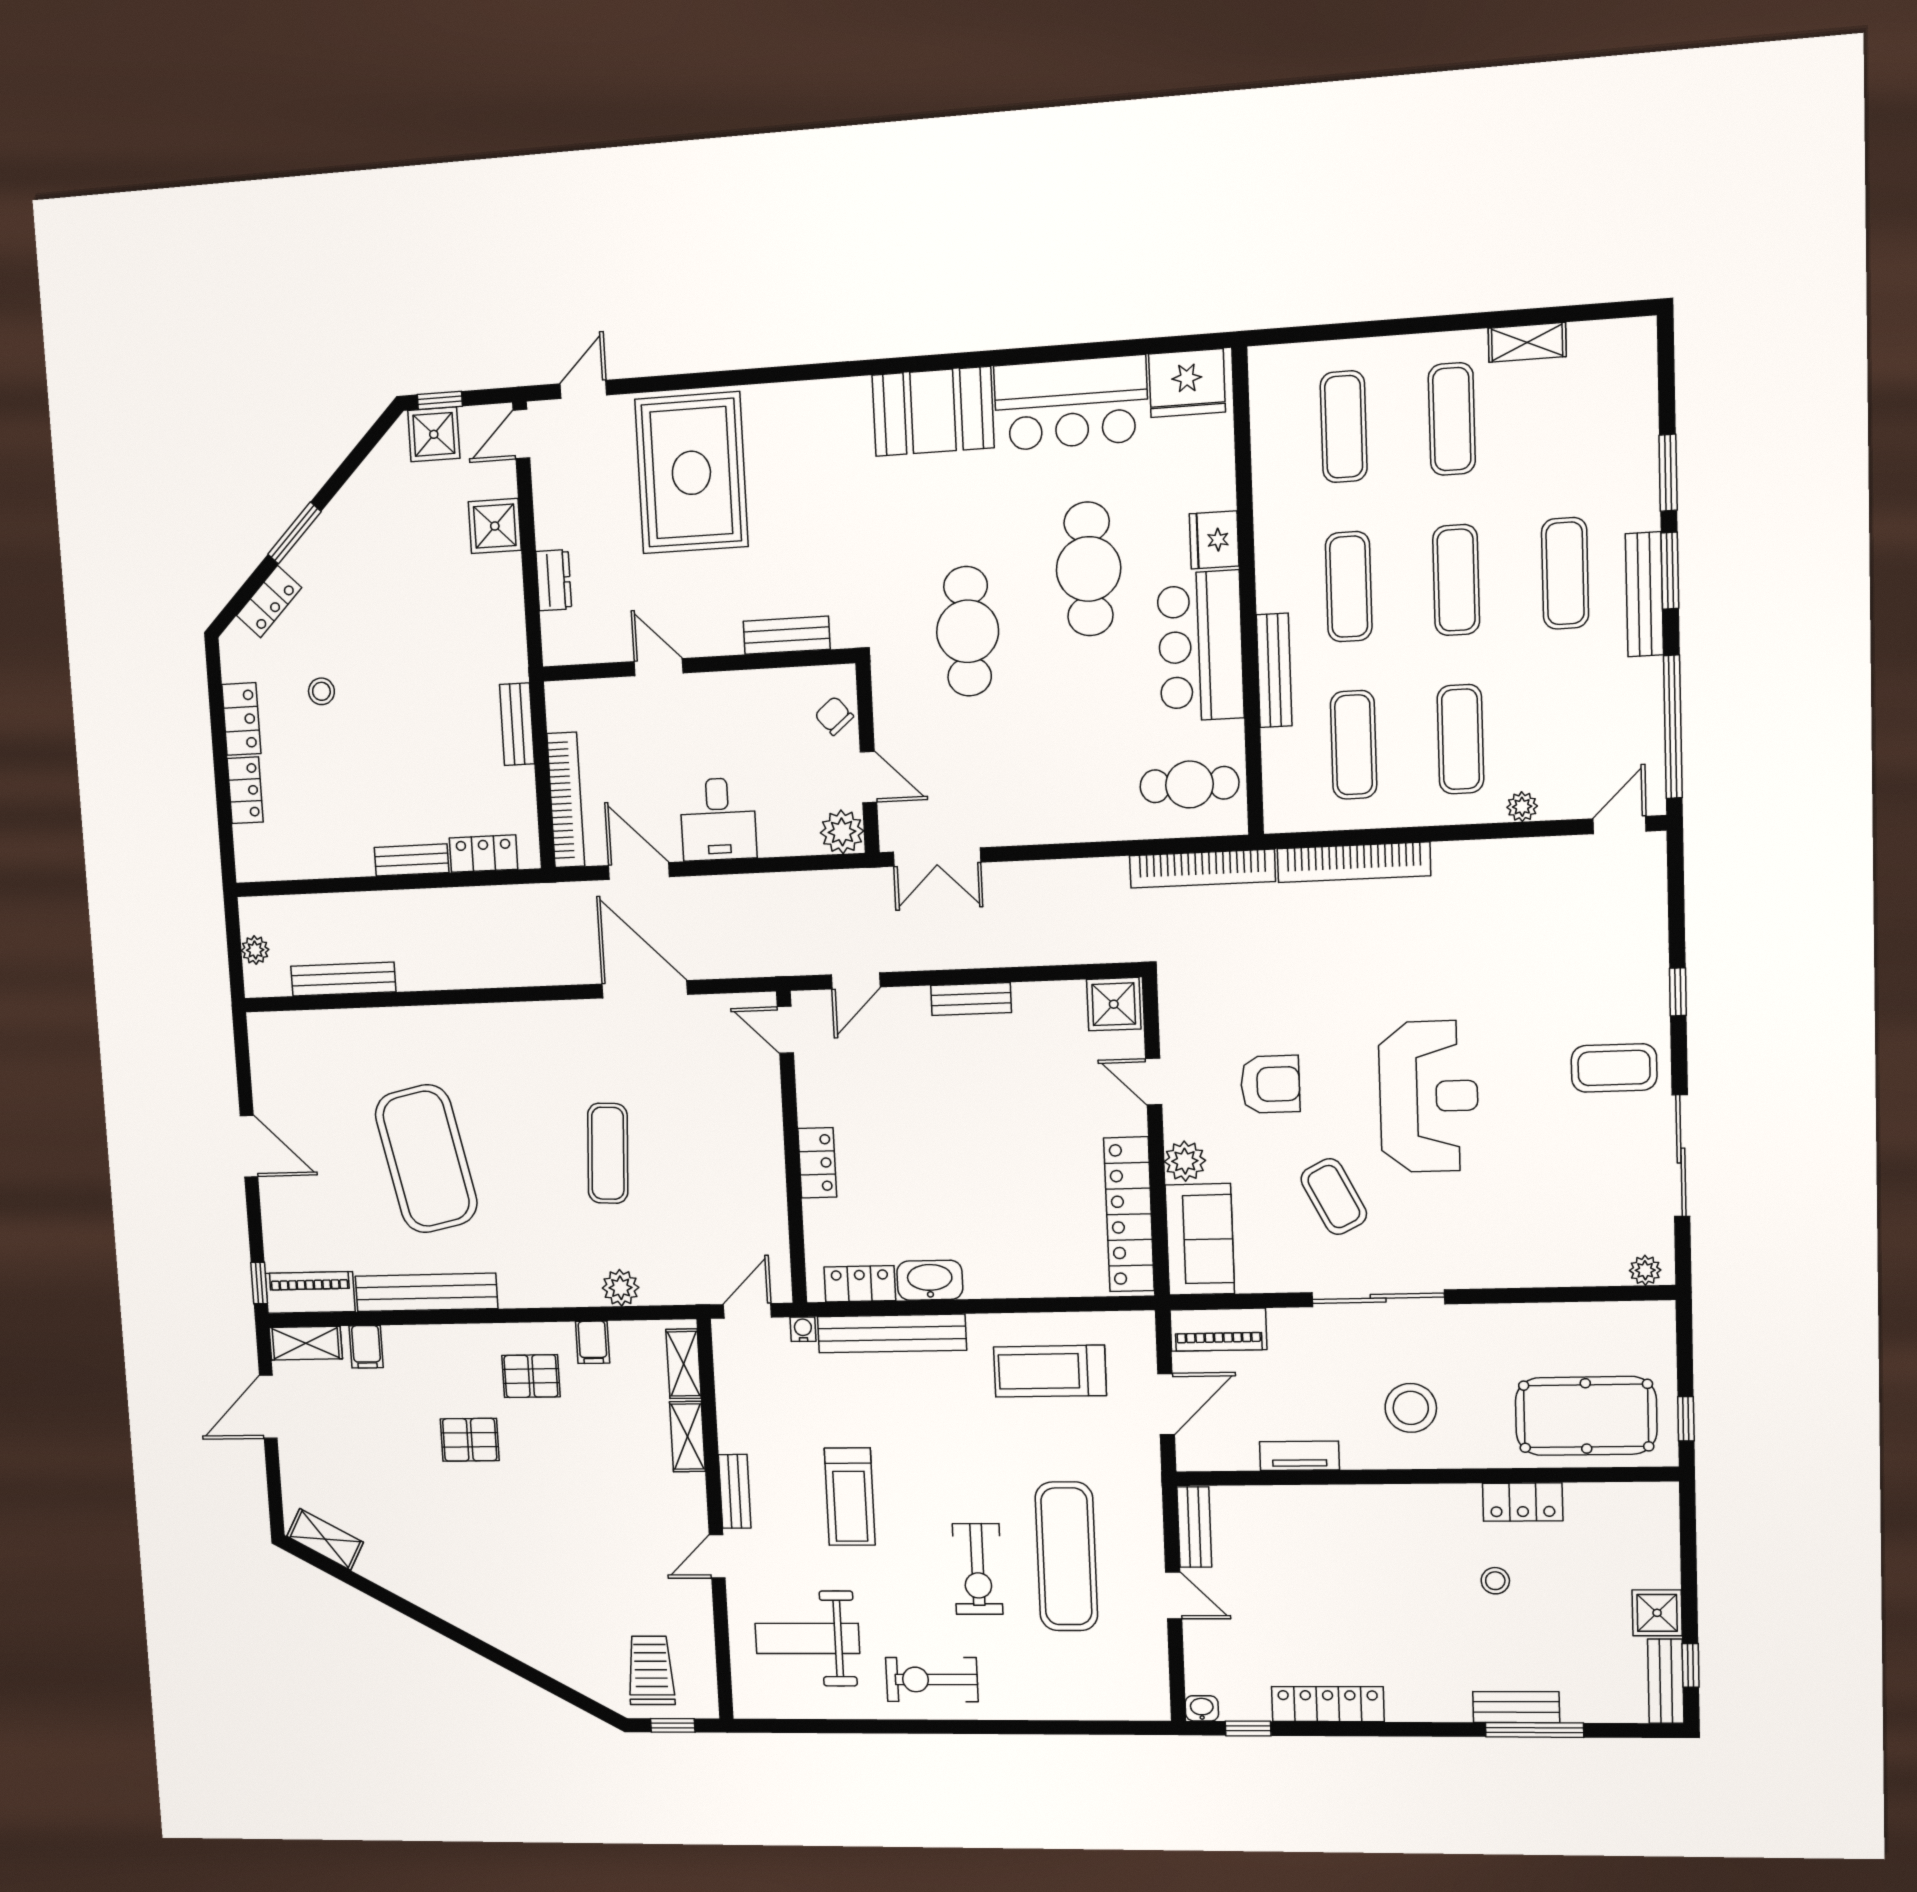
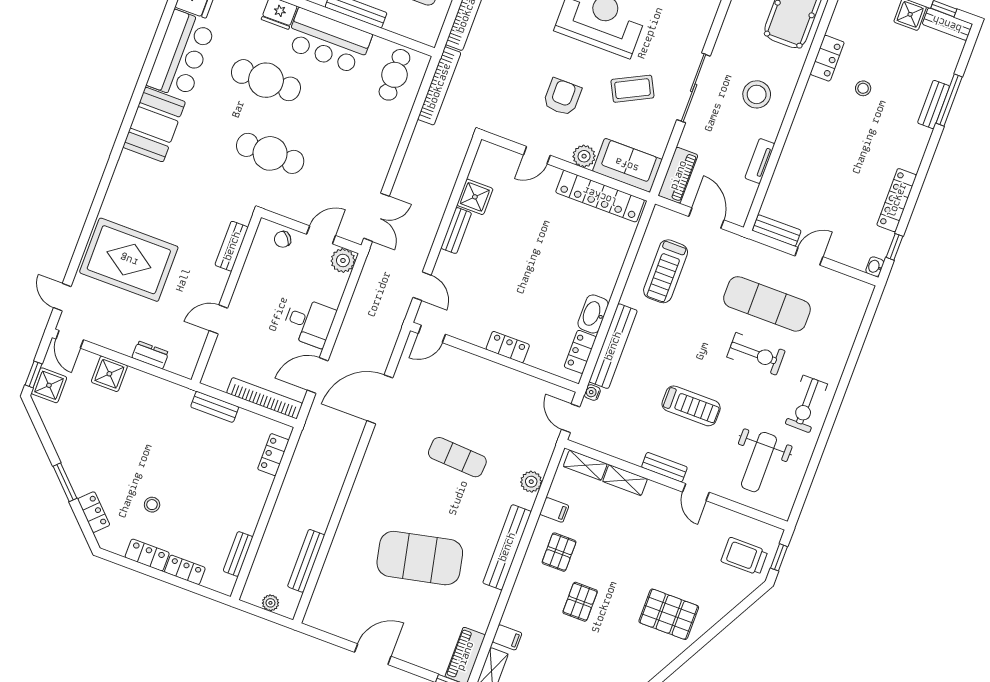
bench: (412, 860) -> (238, 554), moved
shower: (1114, 1004) -> (475, 197), moved
bench: (426, 1292) -> (507, 547), moved
pallet: (511, 1586) -> (669, 614), added

